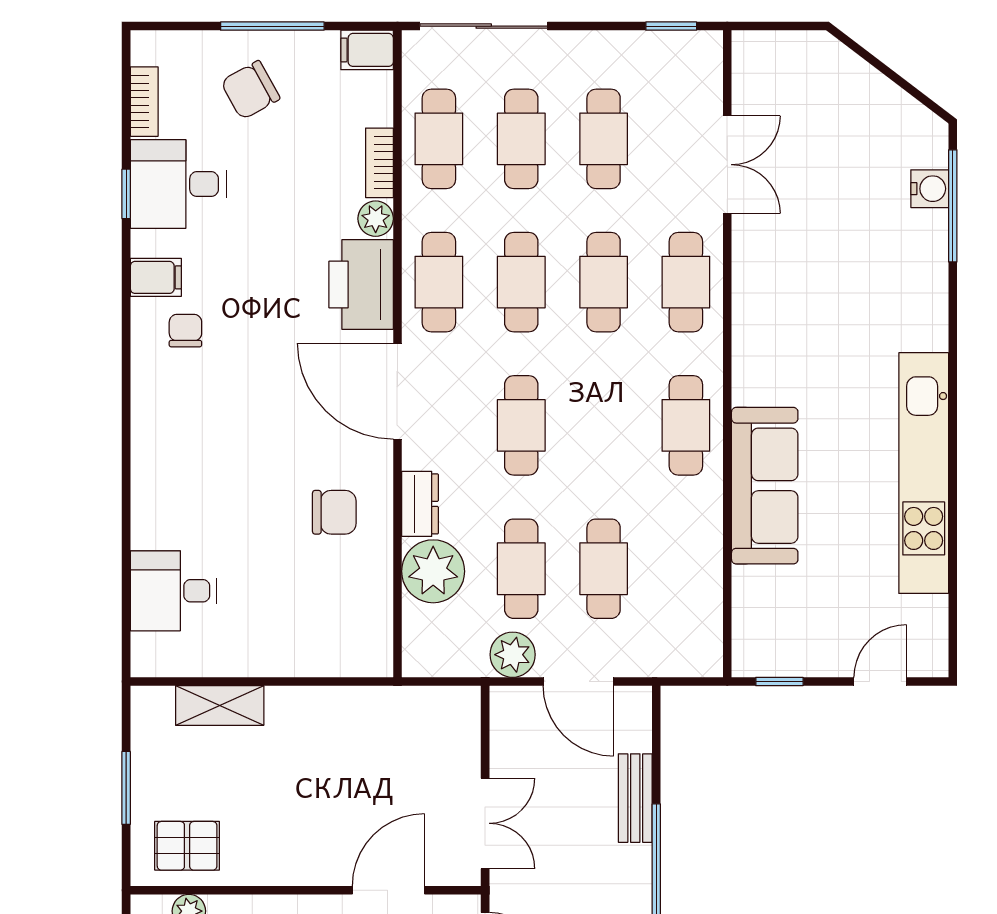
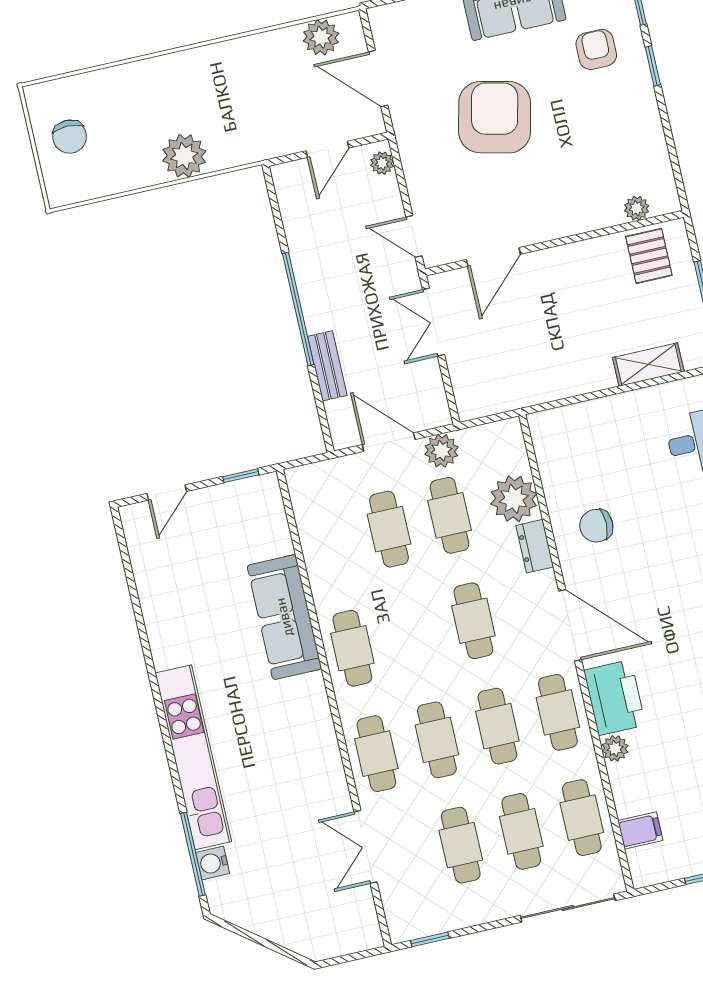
filing cabinet: (367, 50) -> (640, 830), moved
bookcase: (379, 163) -> (622, 790), removed
kitchen unit: (924, 473) -> (193, 757), moved
pallet: (187, 846) -> (649, 256), turned 90

